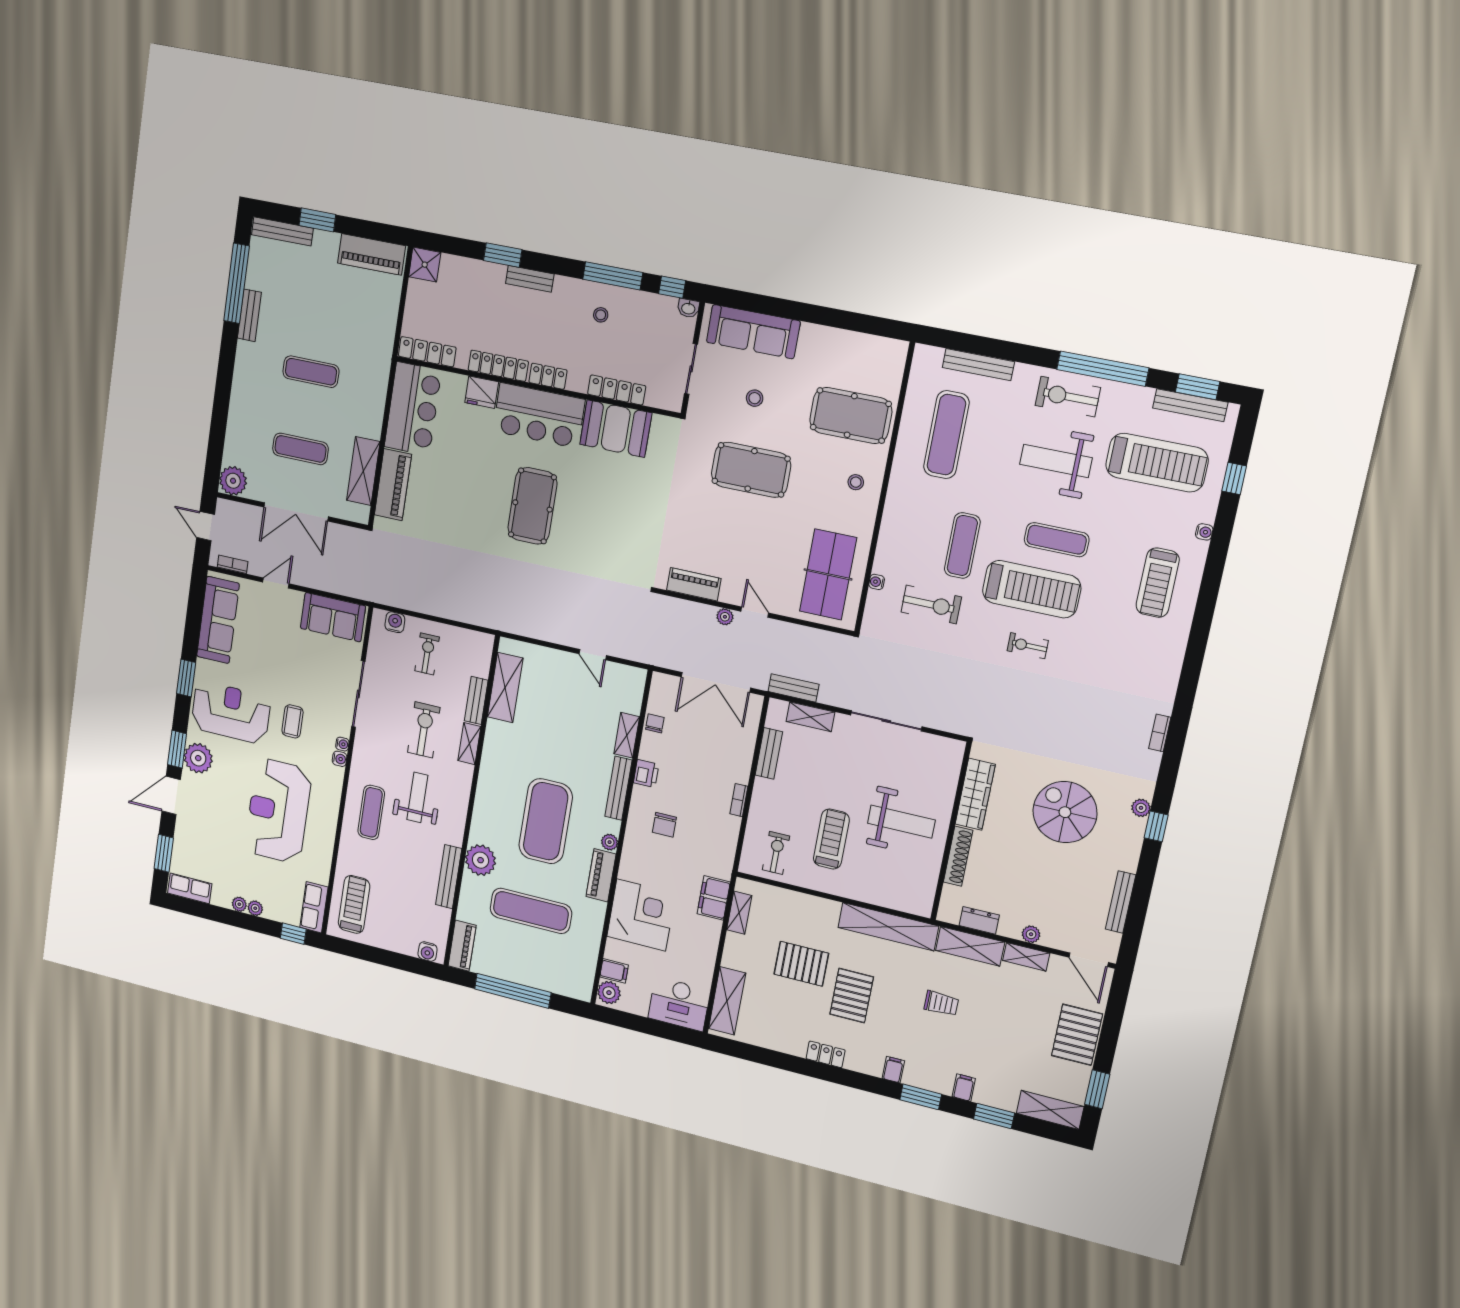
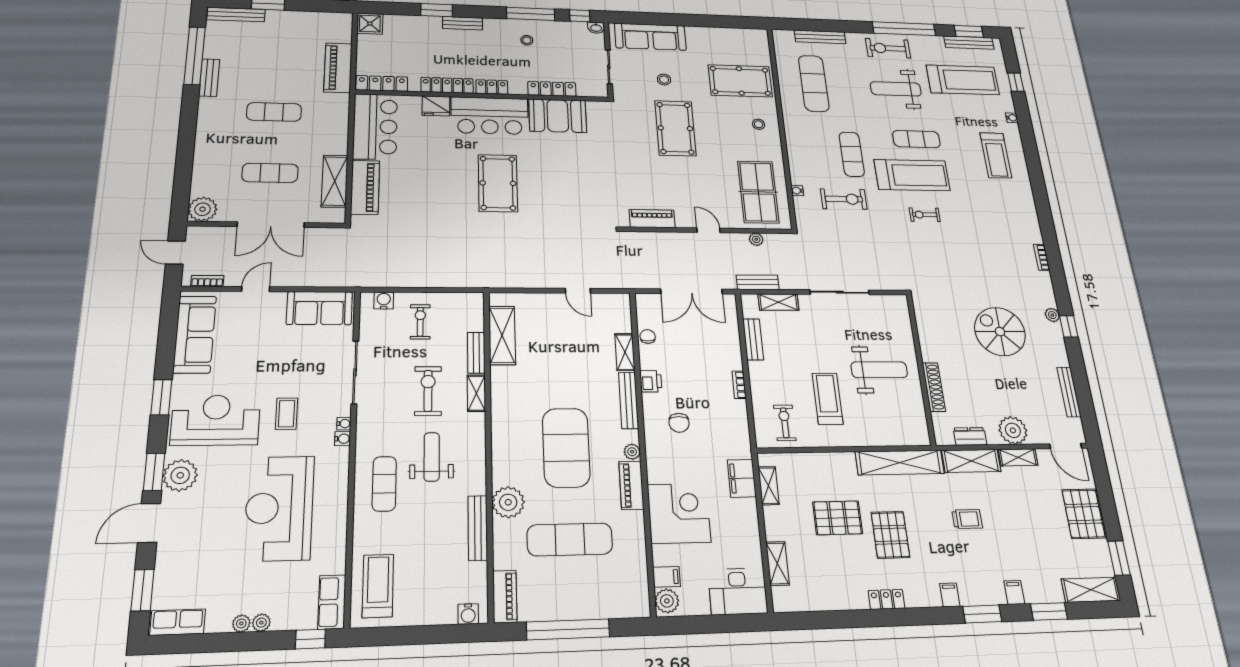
piano: (372, 254) -> (338, 68), moved, turned 90
pool table: (751, 470) -> (675, 128), turned 90
plant: (725, 617) -> (756, 239), moved
wardrobe: (975, 794) -> (928, 334), removed
plant: (1031, 934) -> (1013, 430), width x1.87, depth x1.87
shelving: (727, 1001) -> (778, 563), width x0.67, depth x0.75

